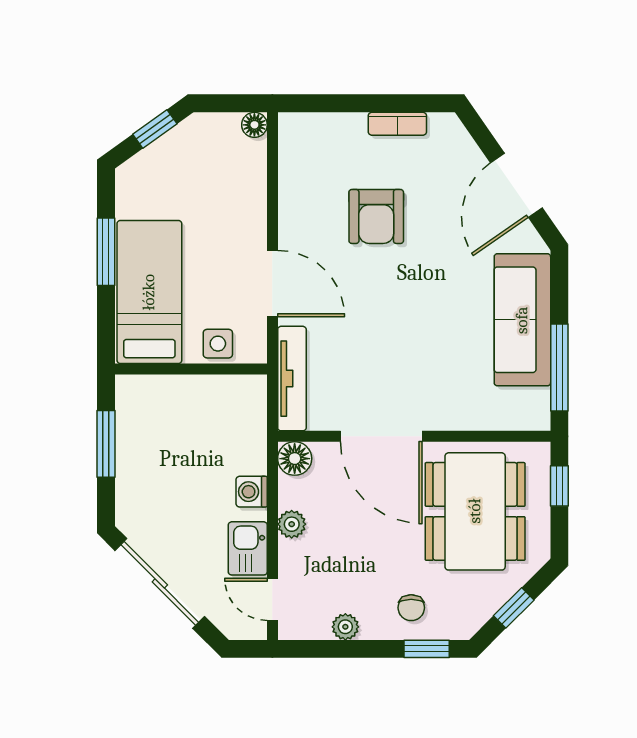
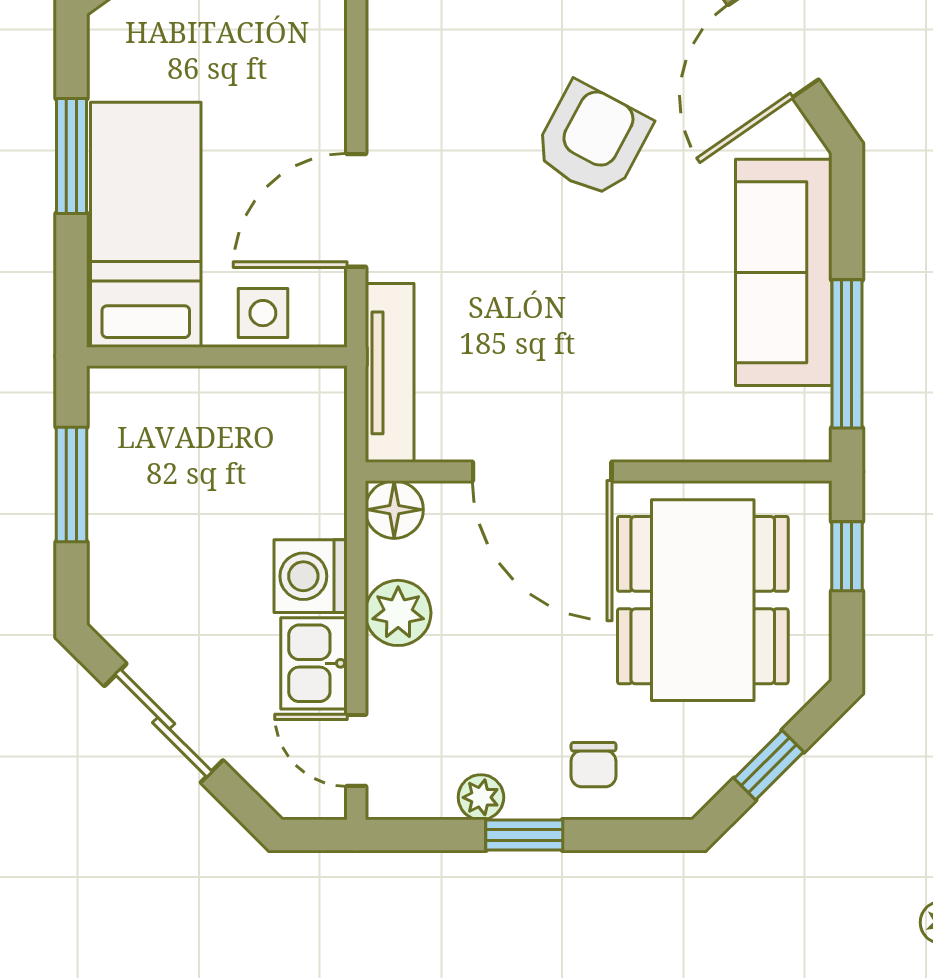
armchair: (376, 216) -> (592, 140), moved, turned -152
door: (272, 284) -> (356, 210), swing flipped
washing machine: (252, 492) -> (311, 576), width x1.38, depth x1.38
plant: (292, 524) -> (398, 613), width x1.38, depth x1.38
sliding door: (160, 583) -> (164, 723), width x0.73
window: (427, 649) -> (524, 835), moved

